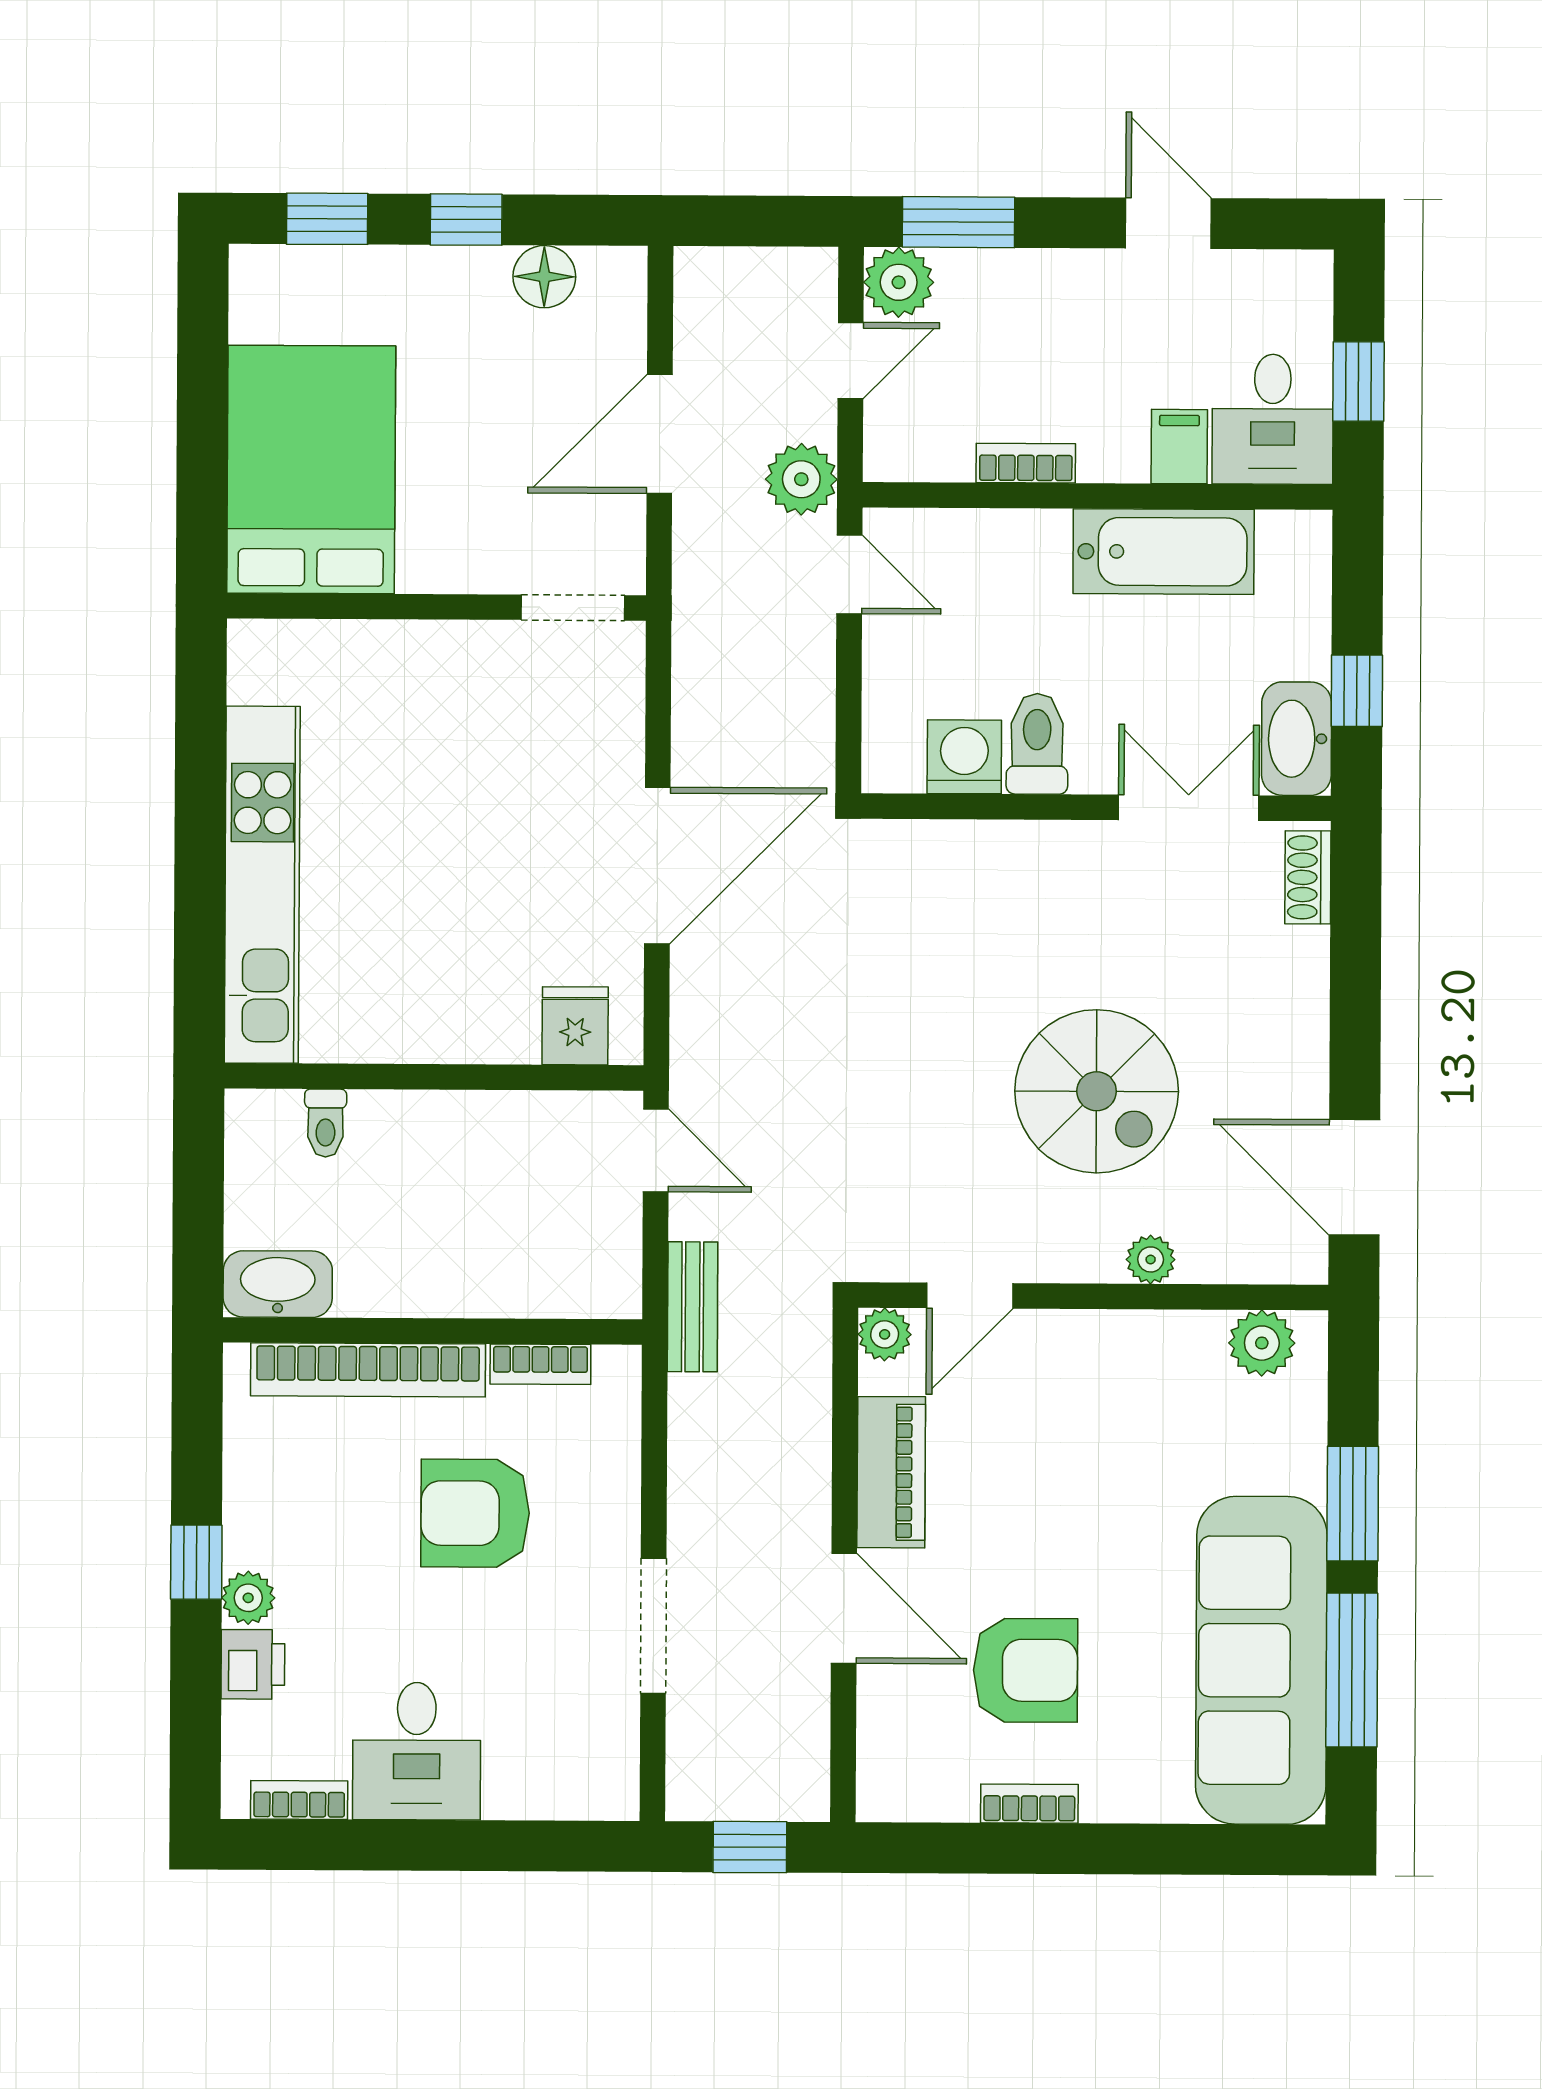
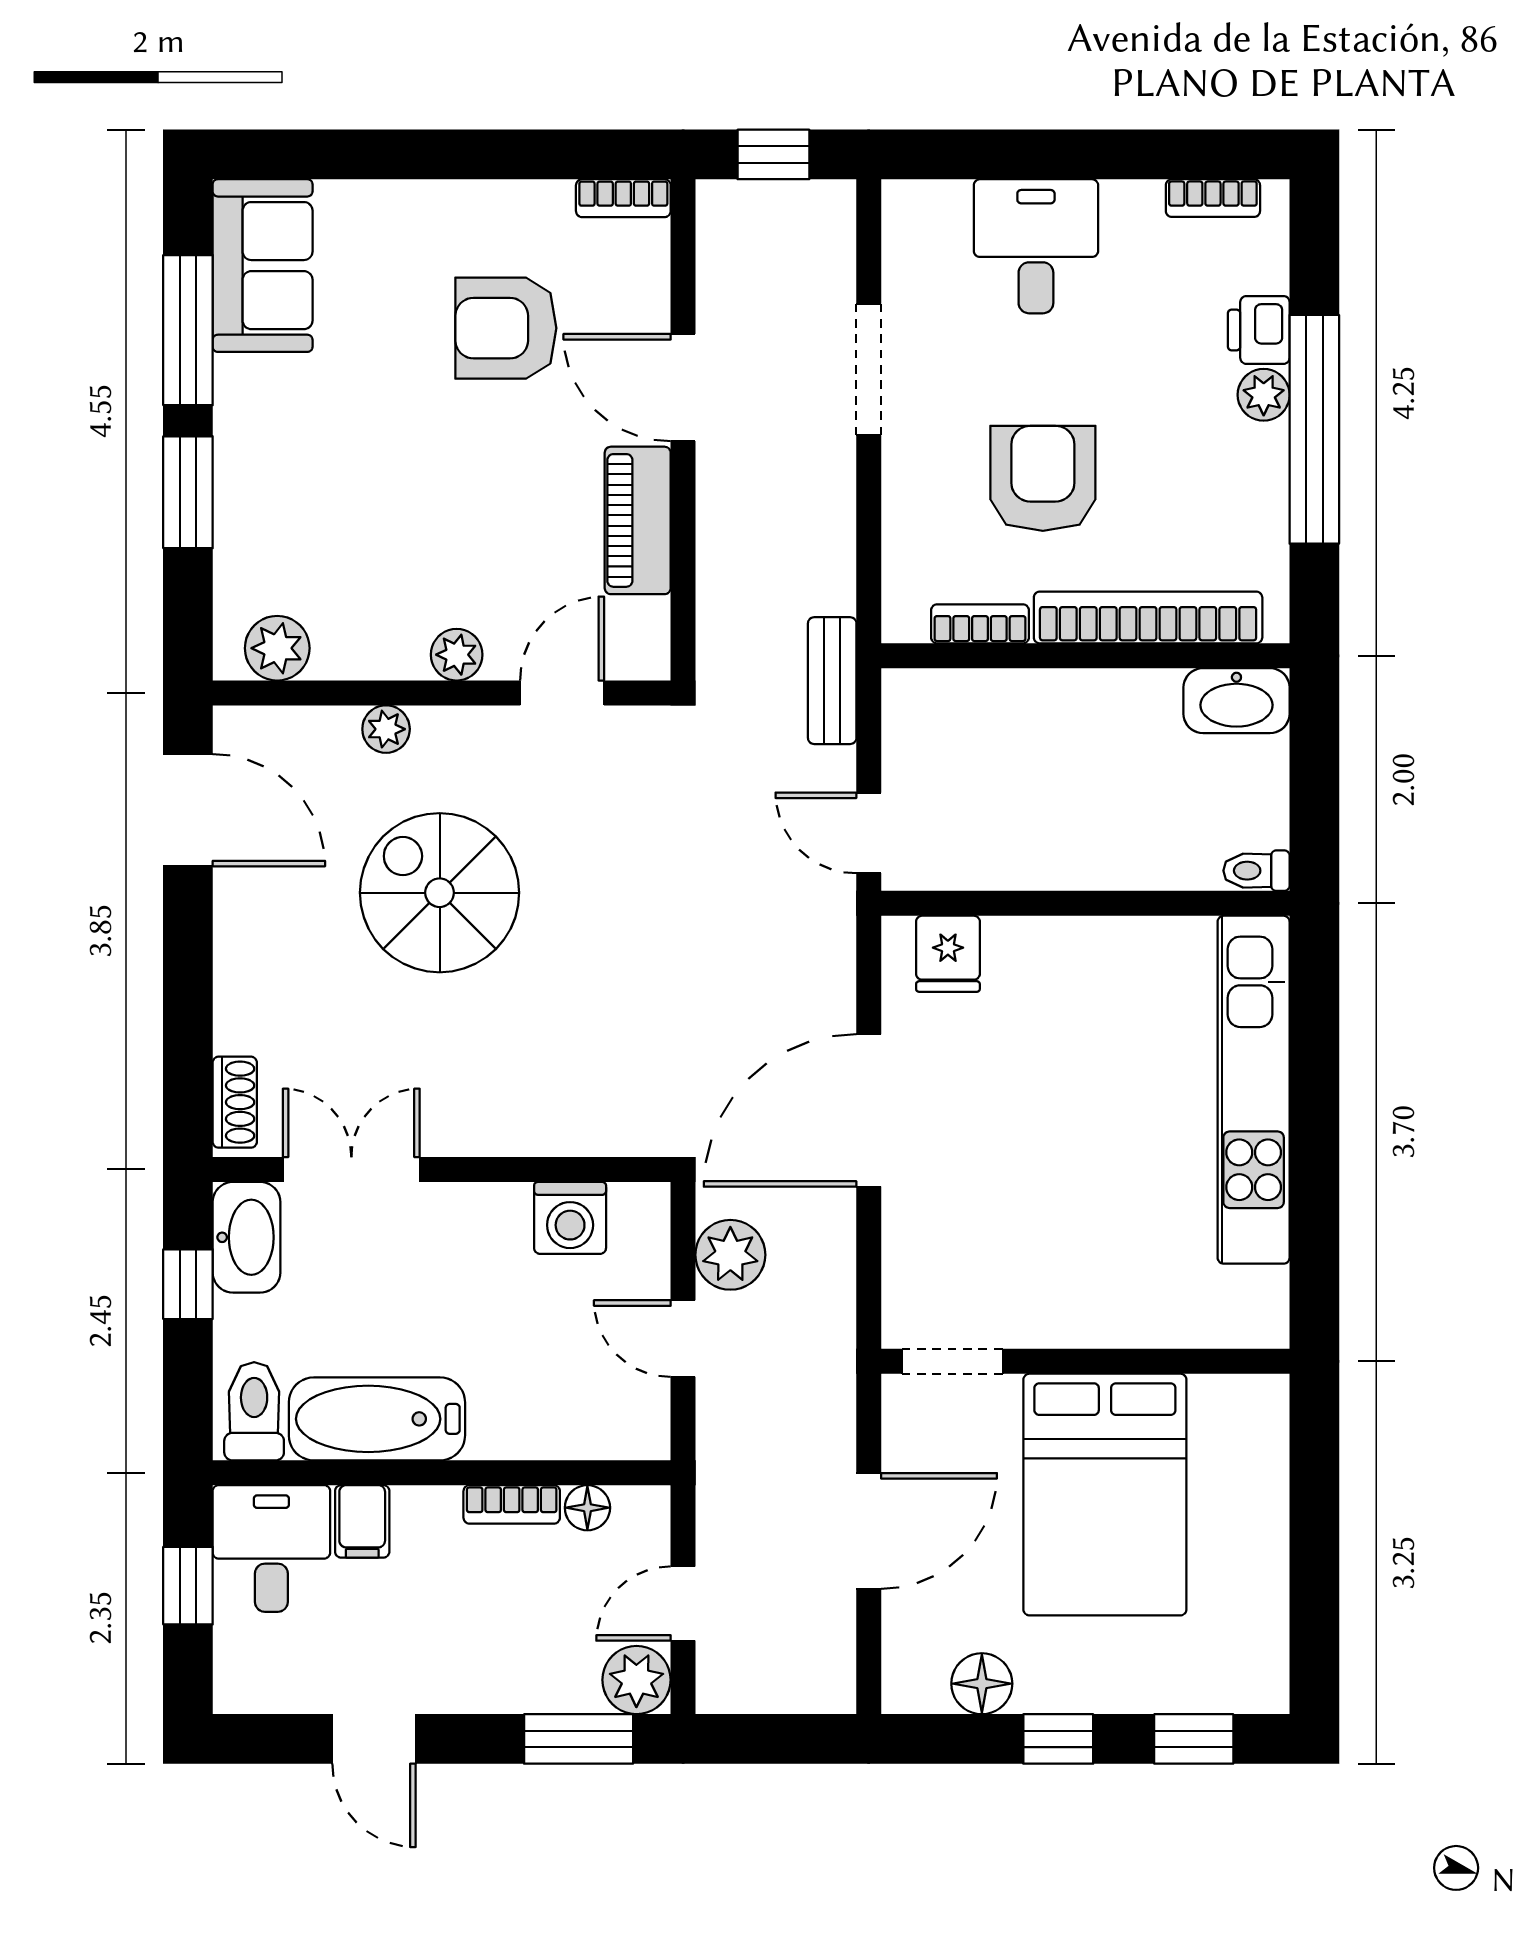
floor lamp: (948, 459) -> (587, 1508), added
bed: (311, 469) -> (1105, 1495), moved
plant: (801, 479) -> (730, 1255), moved
door: (849, 574) -> (683, 1339), moved
toilet: (1037, 744) -> (254, 1411), moved, turned 180
double door: (1189, 808) -> (351, 1169), swing flipped
toilet: (326, 1123) -> (1256, 871), moved, turned -90
plant: (885, 1334) -> (457, 655), moved
armchair: (475, 1513) -> (1043, 478), turned -90
window: (196, 1562) -> (1314, 429), width x3.17
sofa: (1261, 1660) -> (263, 266), width x0.54, depth x0.79
desk: (417, 1751) -> (1036, 246), moved
bookcase: (1029, 1804) -> (623, 198), moved

